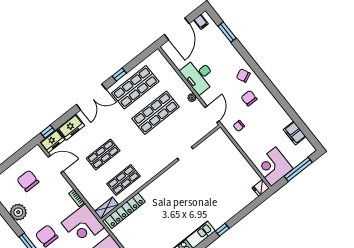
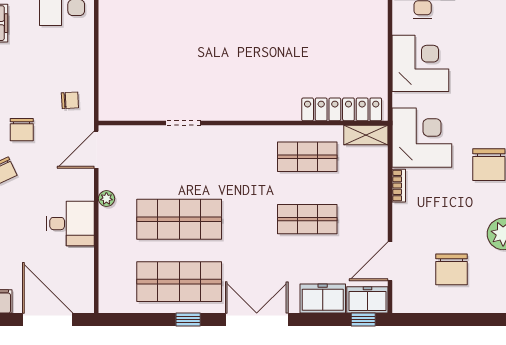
door: (177, 29) -> (48, 320), hinge flipped
desk: (199, 76) -> (70, 224), width x0.73
door: (56, 164) -> (390, 261), hinge flipped

